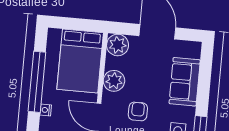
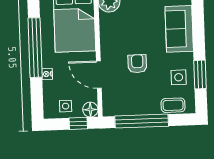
plant: (114, 81) -> (110, 37), removed

